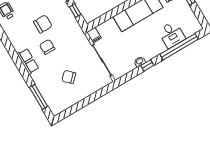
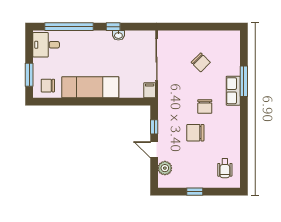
desk: (172, 35) -> (46, 45), moved, turned -90
row of seats: (28, 61) -> (233, 91), moved
window: (39, 97) -> (244, 81), moved

